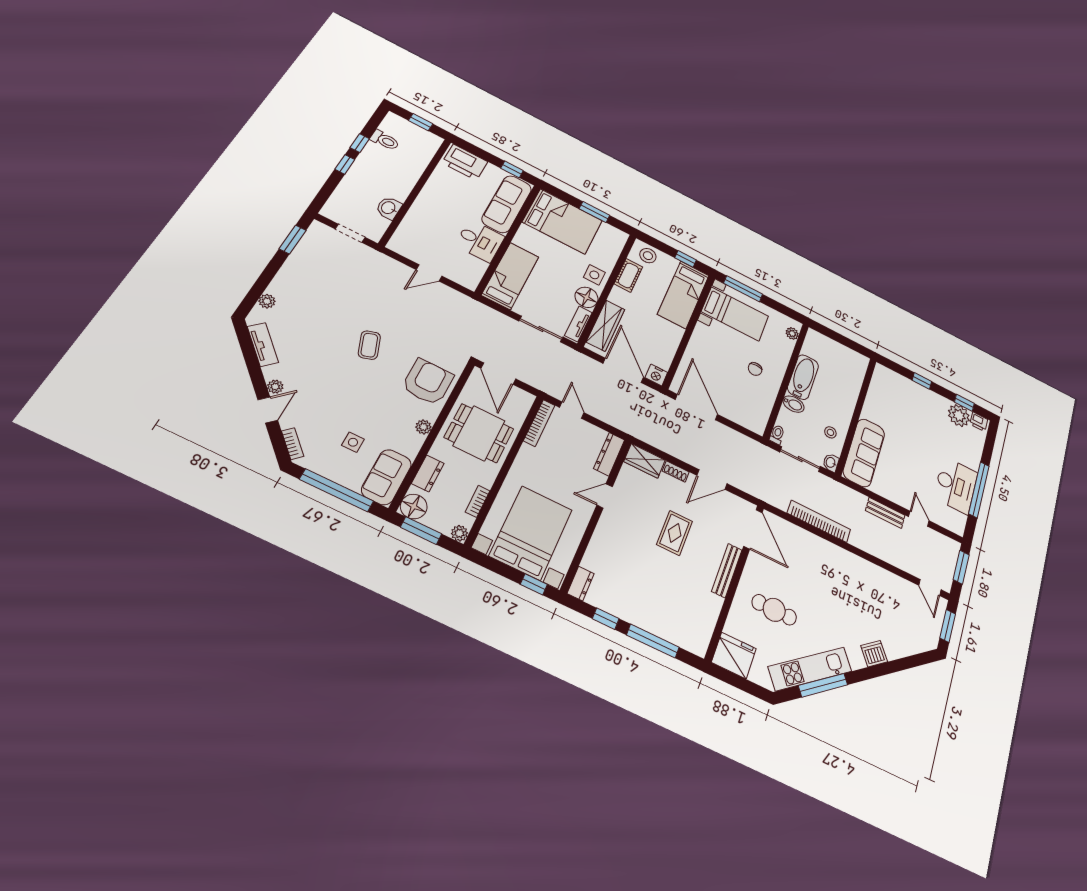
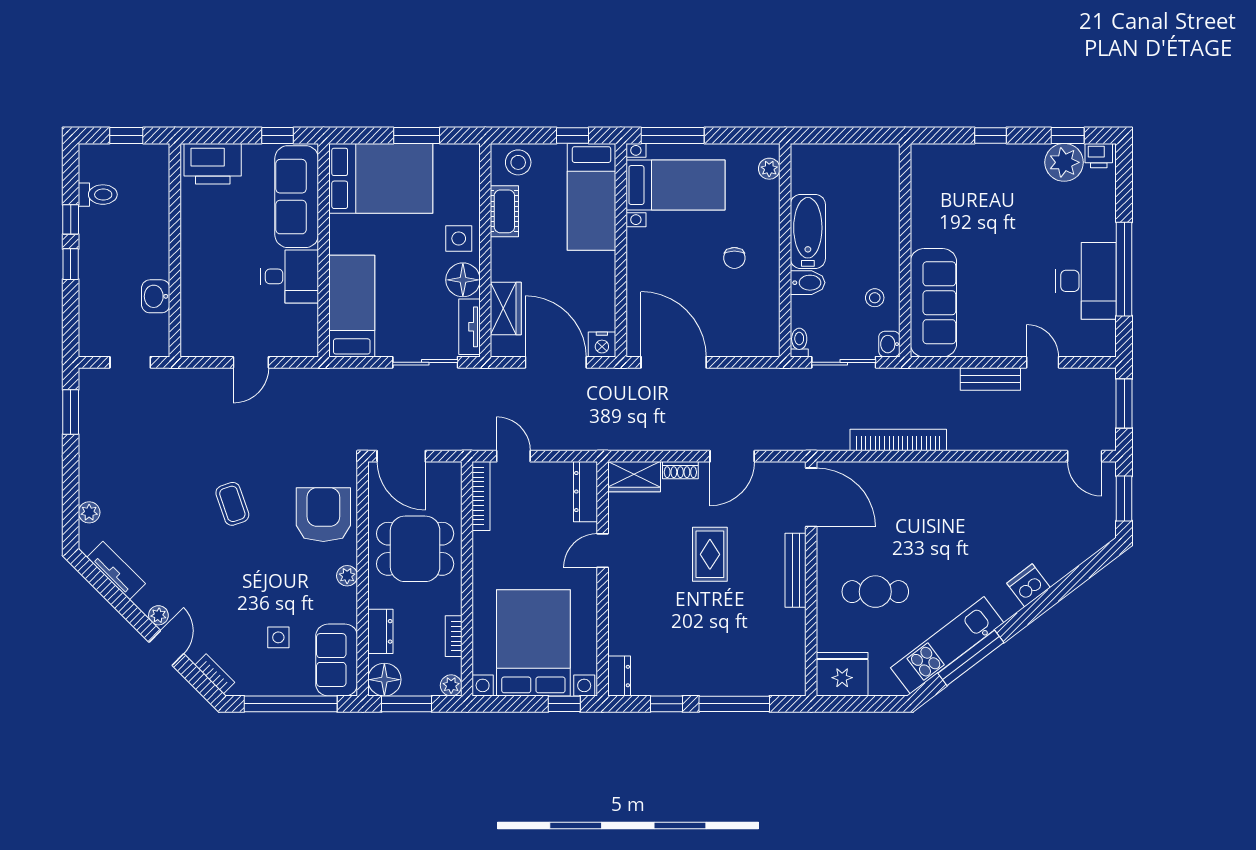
wardrobe: (606, 326) -> (506, 309), width x0.67

